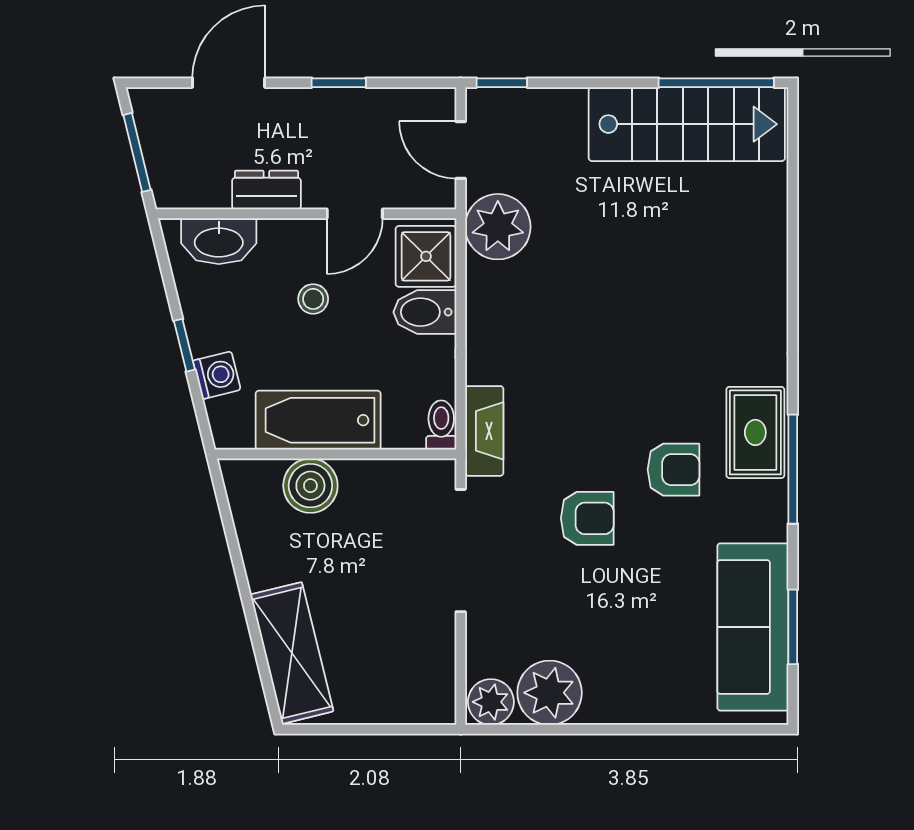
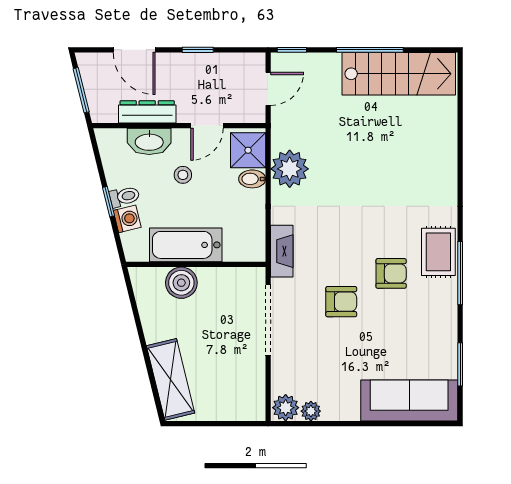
door: (229, 83) -> (134, 50), swing flipped
window: (716, 83) -> (370, 50), moved
door: (461, 150) -> (268, 89), swing flipped
dresser: (266, 190) -> (147, 112), width x1.44
plant: (498, 227) -> (290, 169), moved
washbasin: (219, 241) -> (149, 141), moved
bidet: (425, 312) -> (252, 179), width x0.72, depth x0.74
toilet: (441, 425) -> (125, 197), moved, turned 76
sofa: (753, 627) -> (409, 400), moved, turned 90
plant: (550, 693) -> (311, 411), width x0.53, depth x0.53

